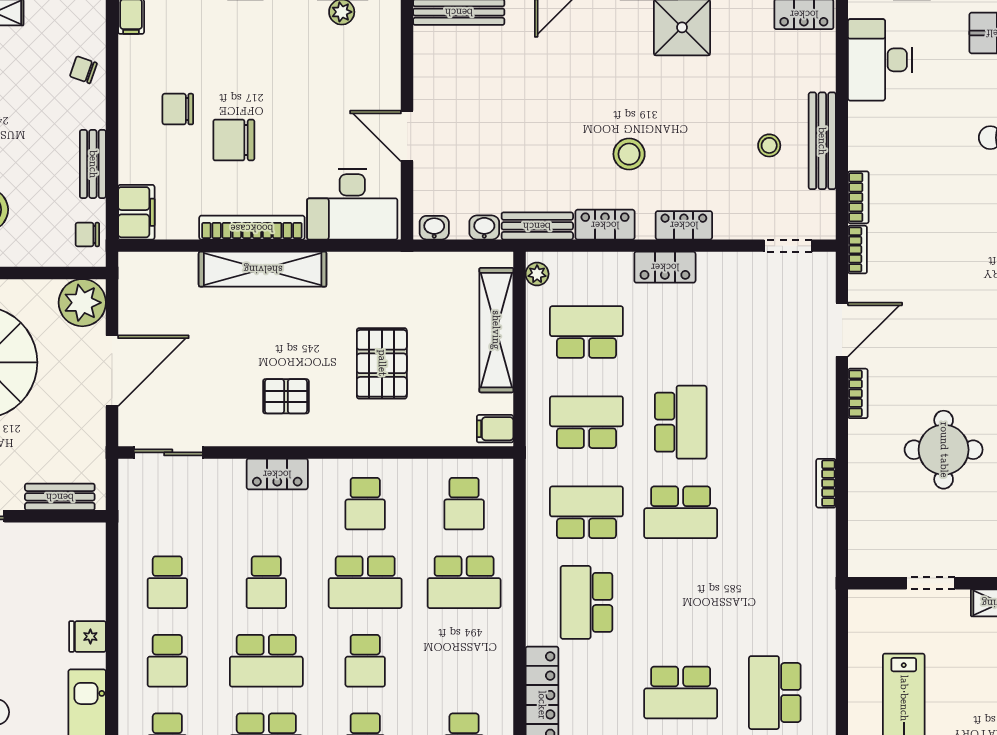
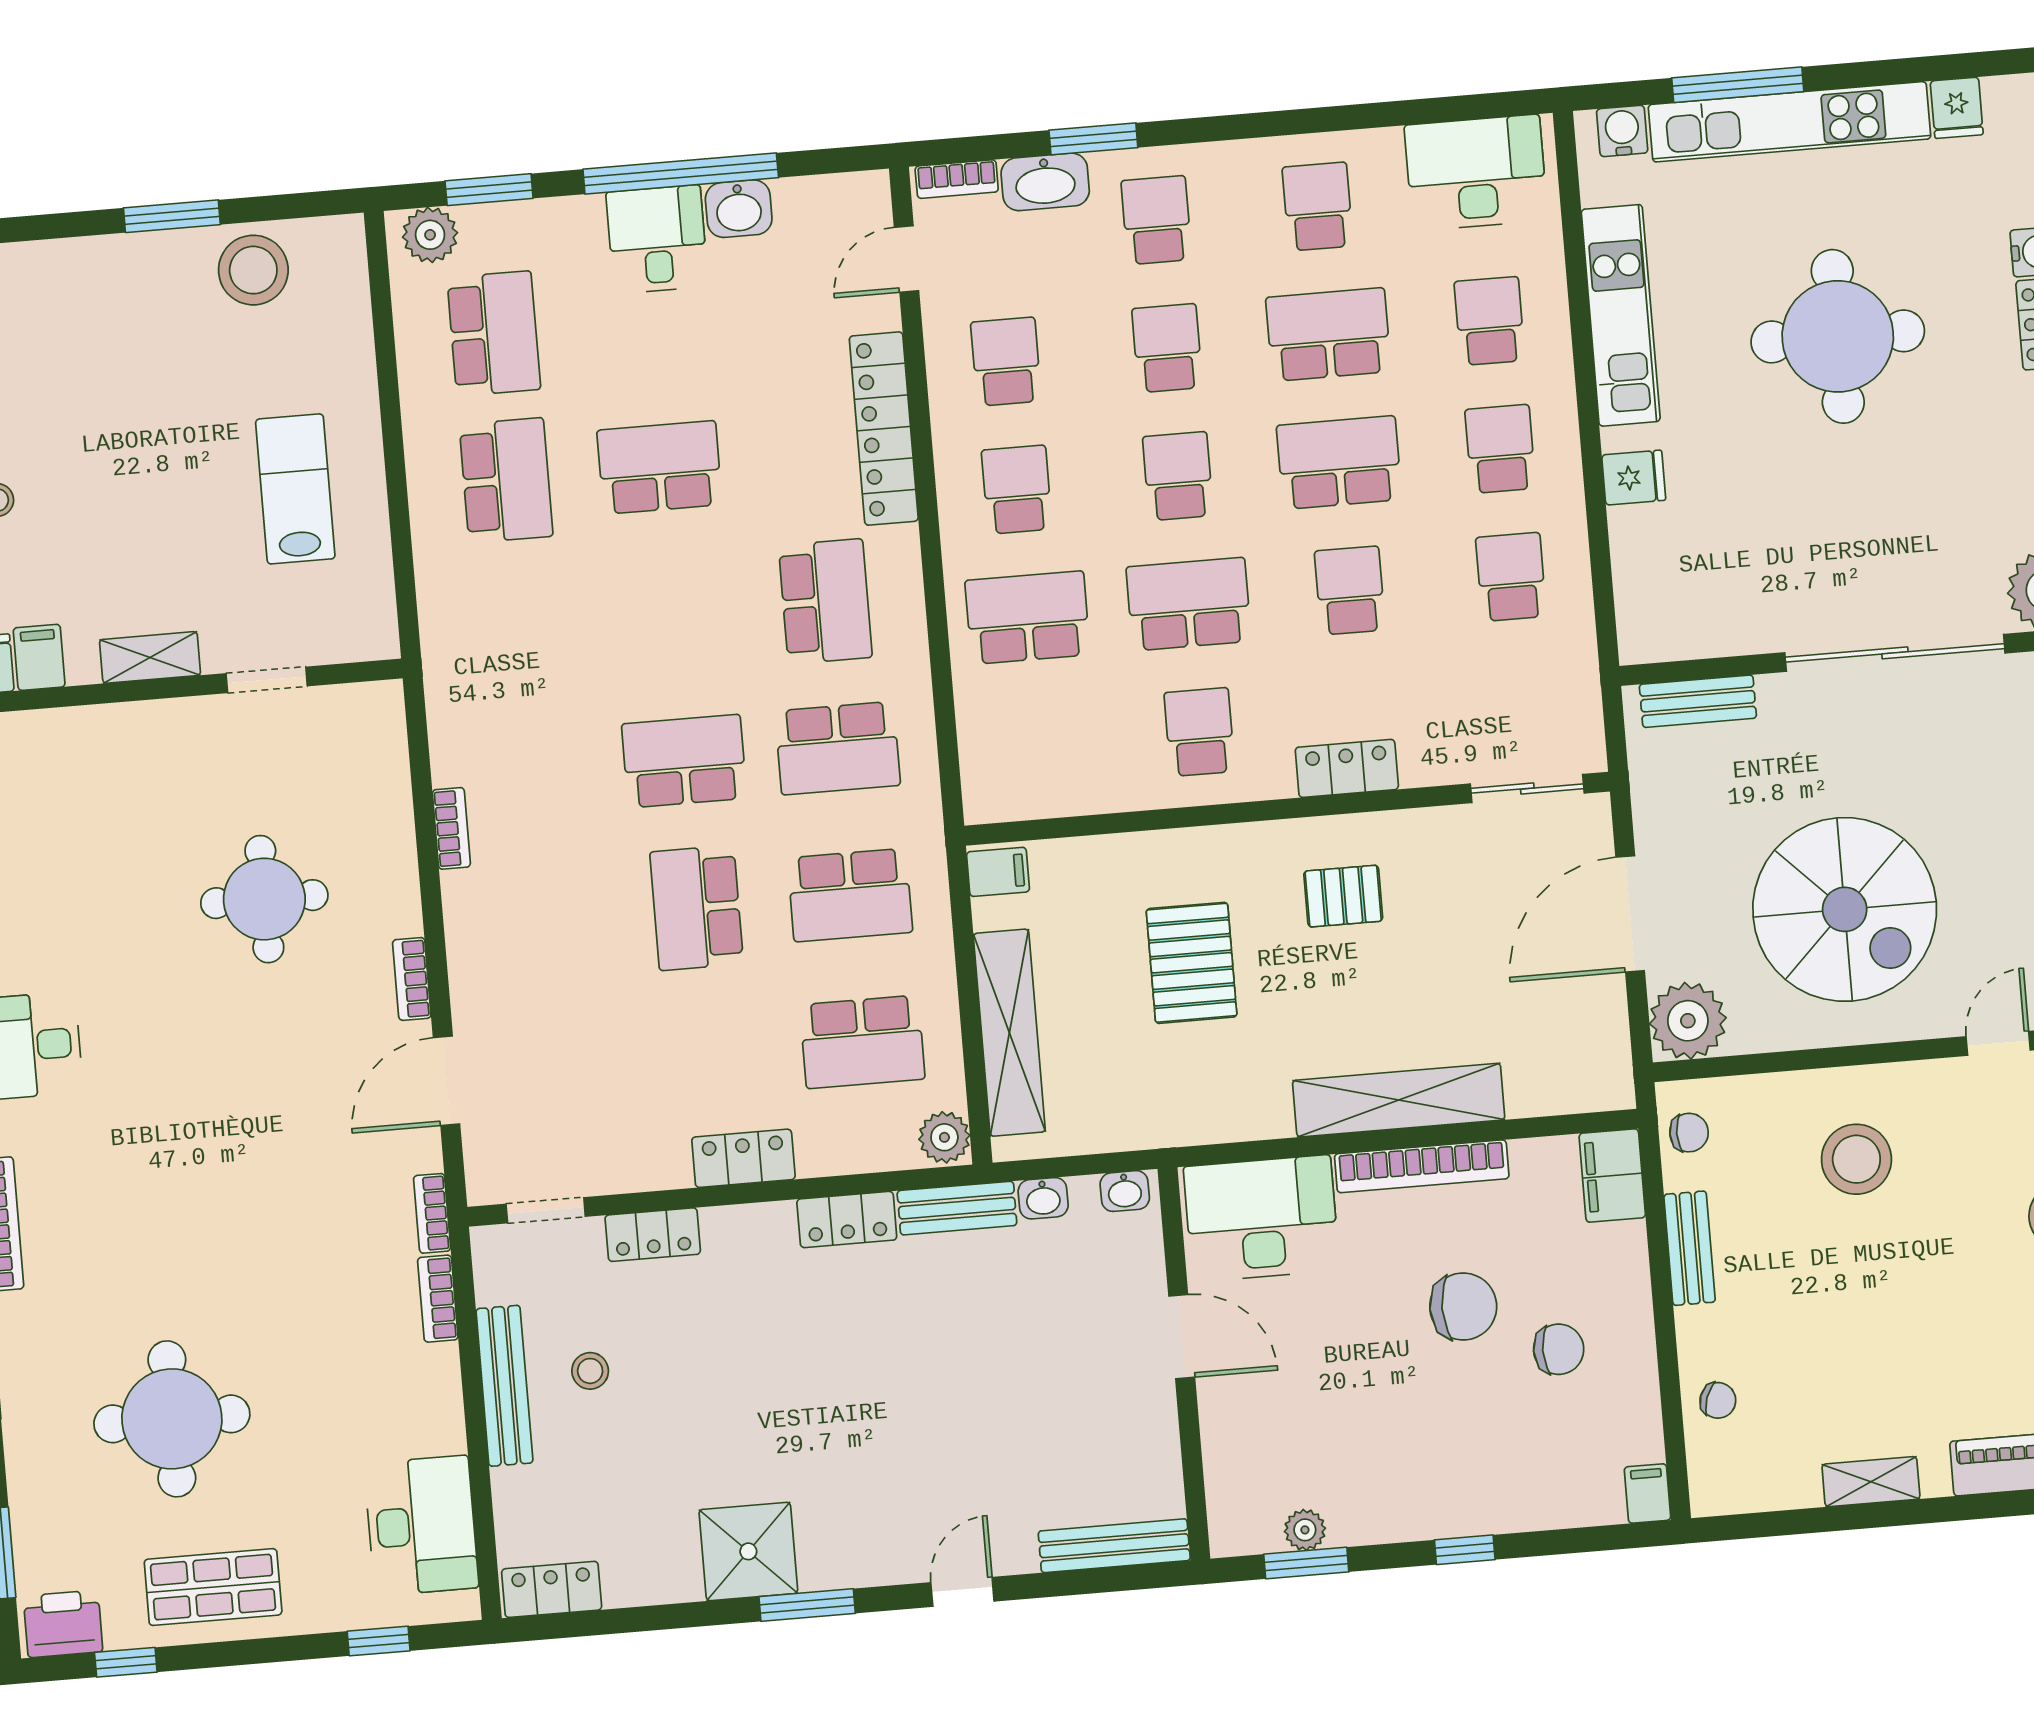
stool: (629, 154) -> (817, 1338), removed
locker: (684, 225) -> (653, 1235), moved
plant: (537, 274) -> (944, 1137), width x1.38, depth x1.38
school desk: (464, 504) -> (1017, 490), moved

